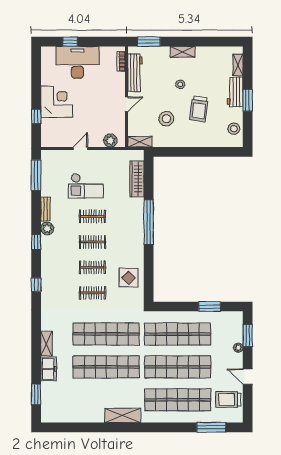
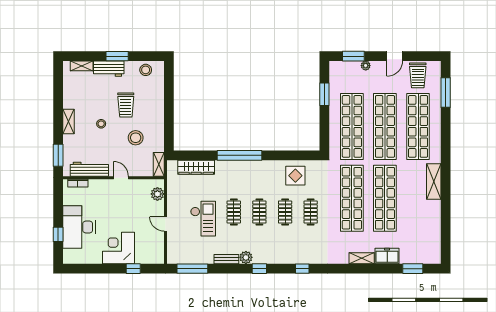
trolley: (199, 109) -> (126, 105), turned 83

